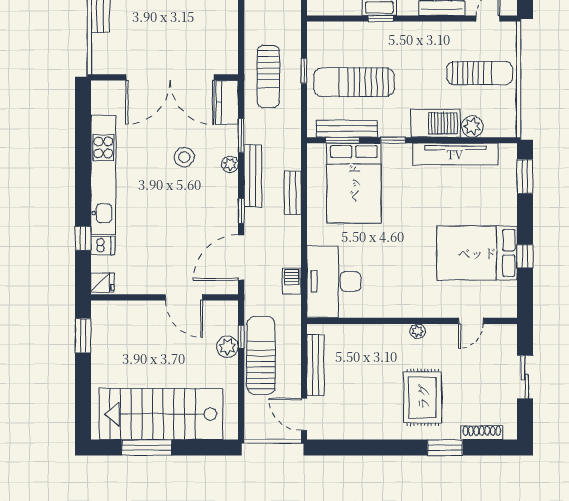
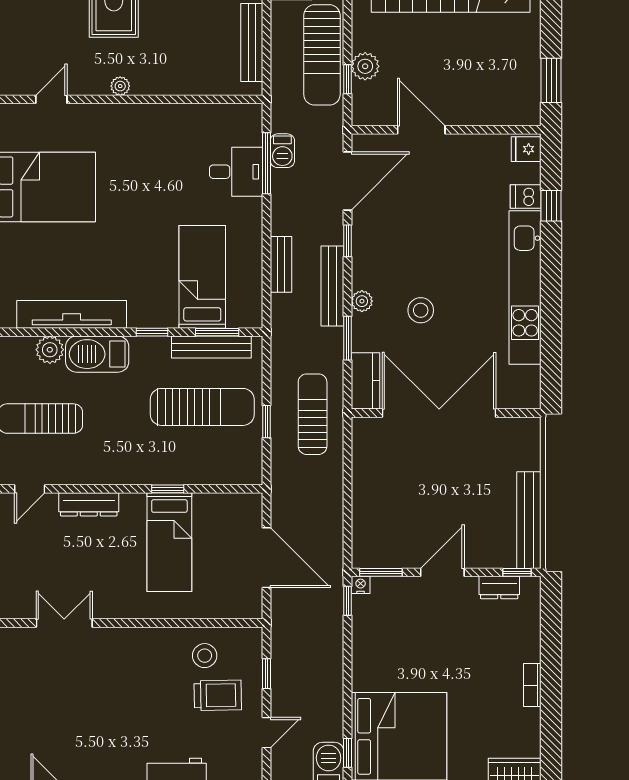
bed: (354, 183) -> (202, 277), width x0.67
window: (304, 271) -> (267, 163), added
desk: (334, 281) -> (236, 172), width x0.53, depth x0.77

